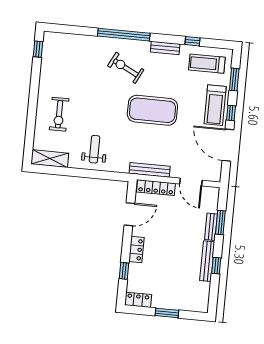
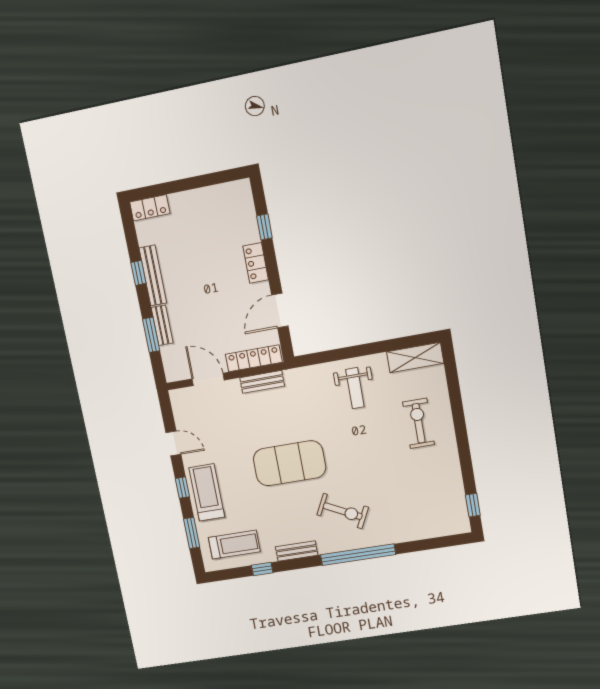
door: (228, 145) -> (173, 443), width x0.53
bench: (150, 170) -> (262, 382), width x0.73
locker: (138, 300) -> (150, 208), moved
window: (167, 313) -> (186, 184), removed

